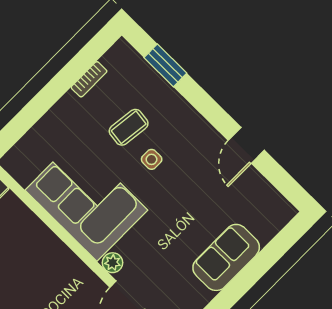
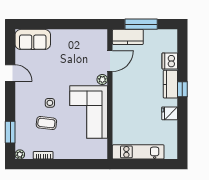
plant: (122, 48) -> (20, 154), added
door: (246, 145) -> (10, 73), hinge flipped
sofa: (226, 257) -> (33, 39), moved

